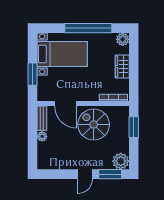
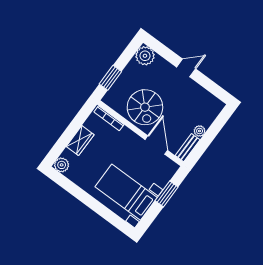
window: (88, 28) -> (85, 198), removed
window: (110, 174) -> (163, 51), removed

